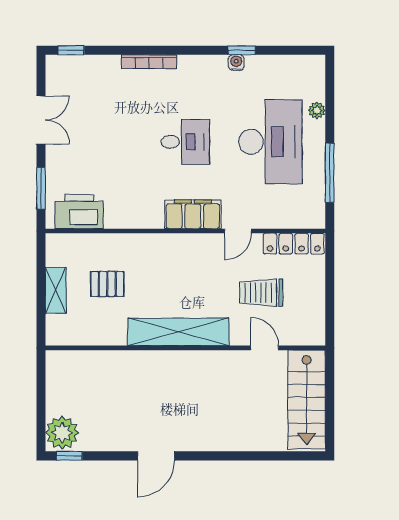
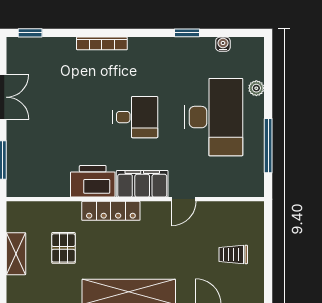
water cooler: (236, 63) -> (223, 44), moved
printer: (79, 212) -> (93, 181), moved
locker: (294, 244) -> (111, 211), moved
pallet: (107, 284) -> (63, 248), turned 90
trolley: (261, 293) -> (233, 254), moved, width x0.73, depth x0.72

